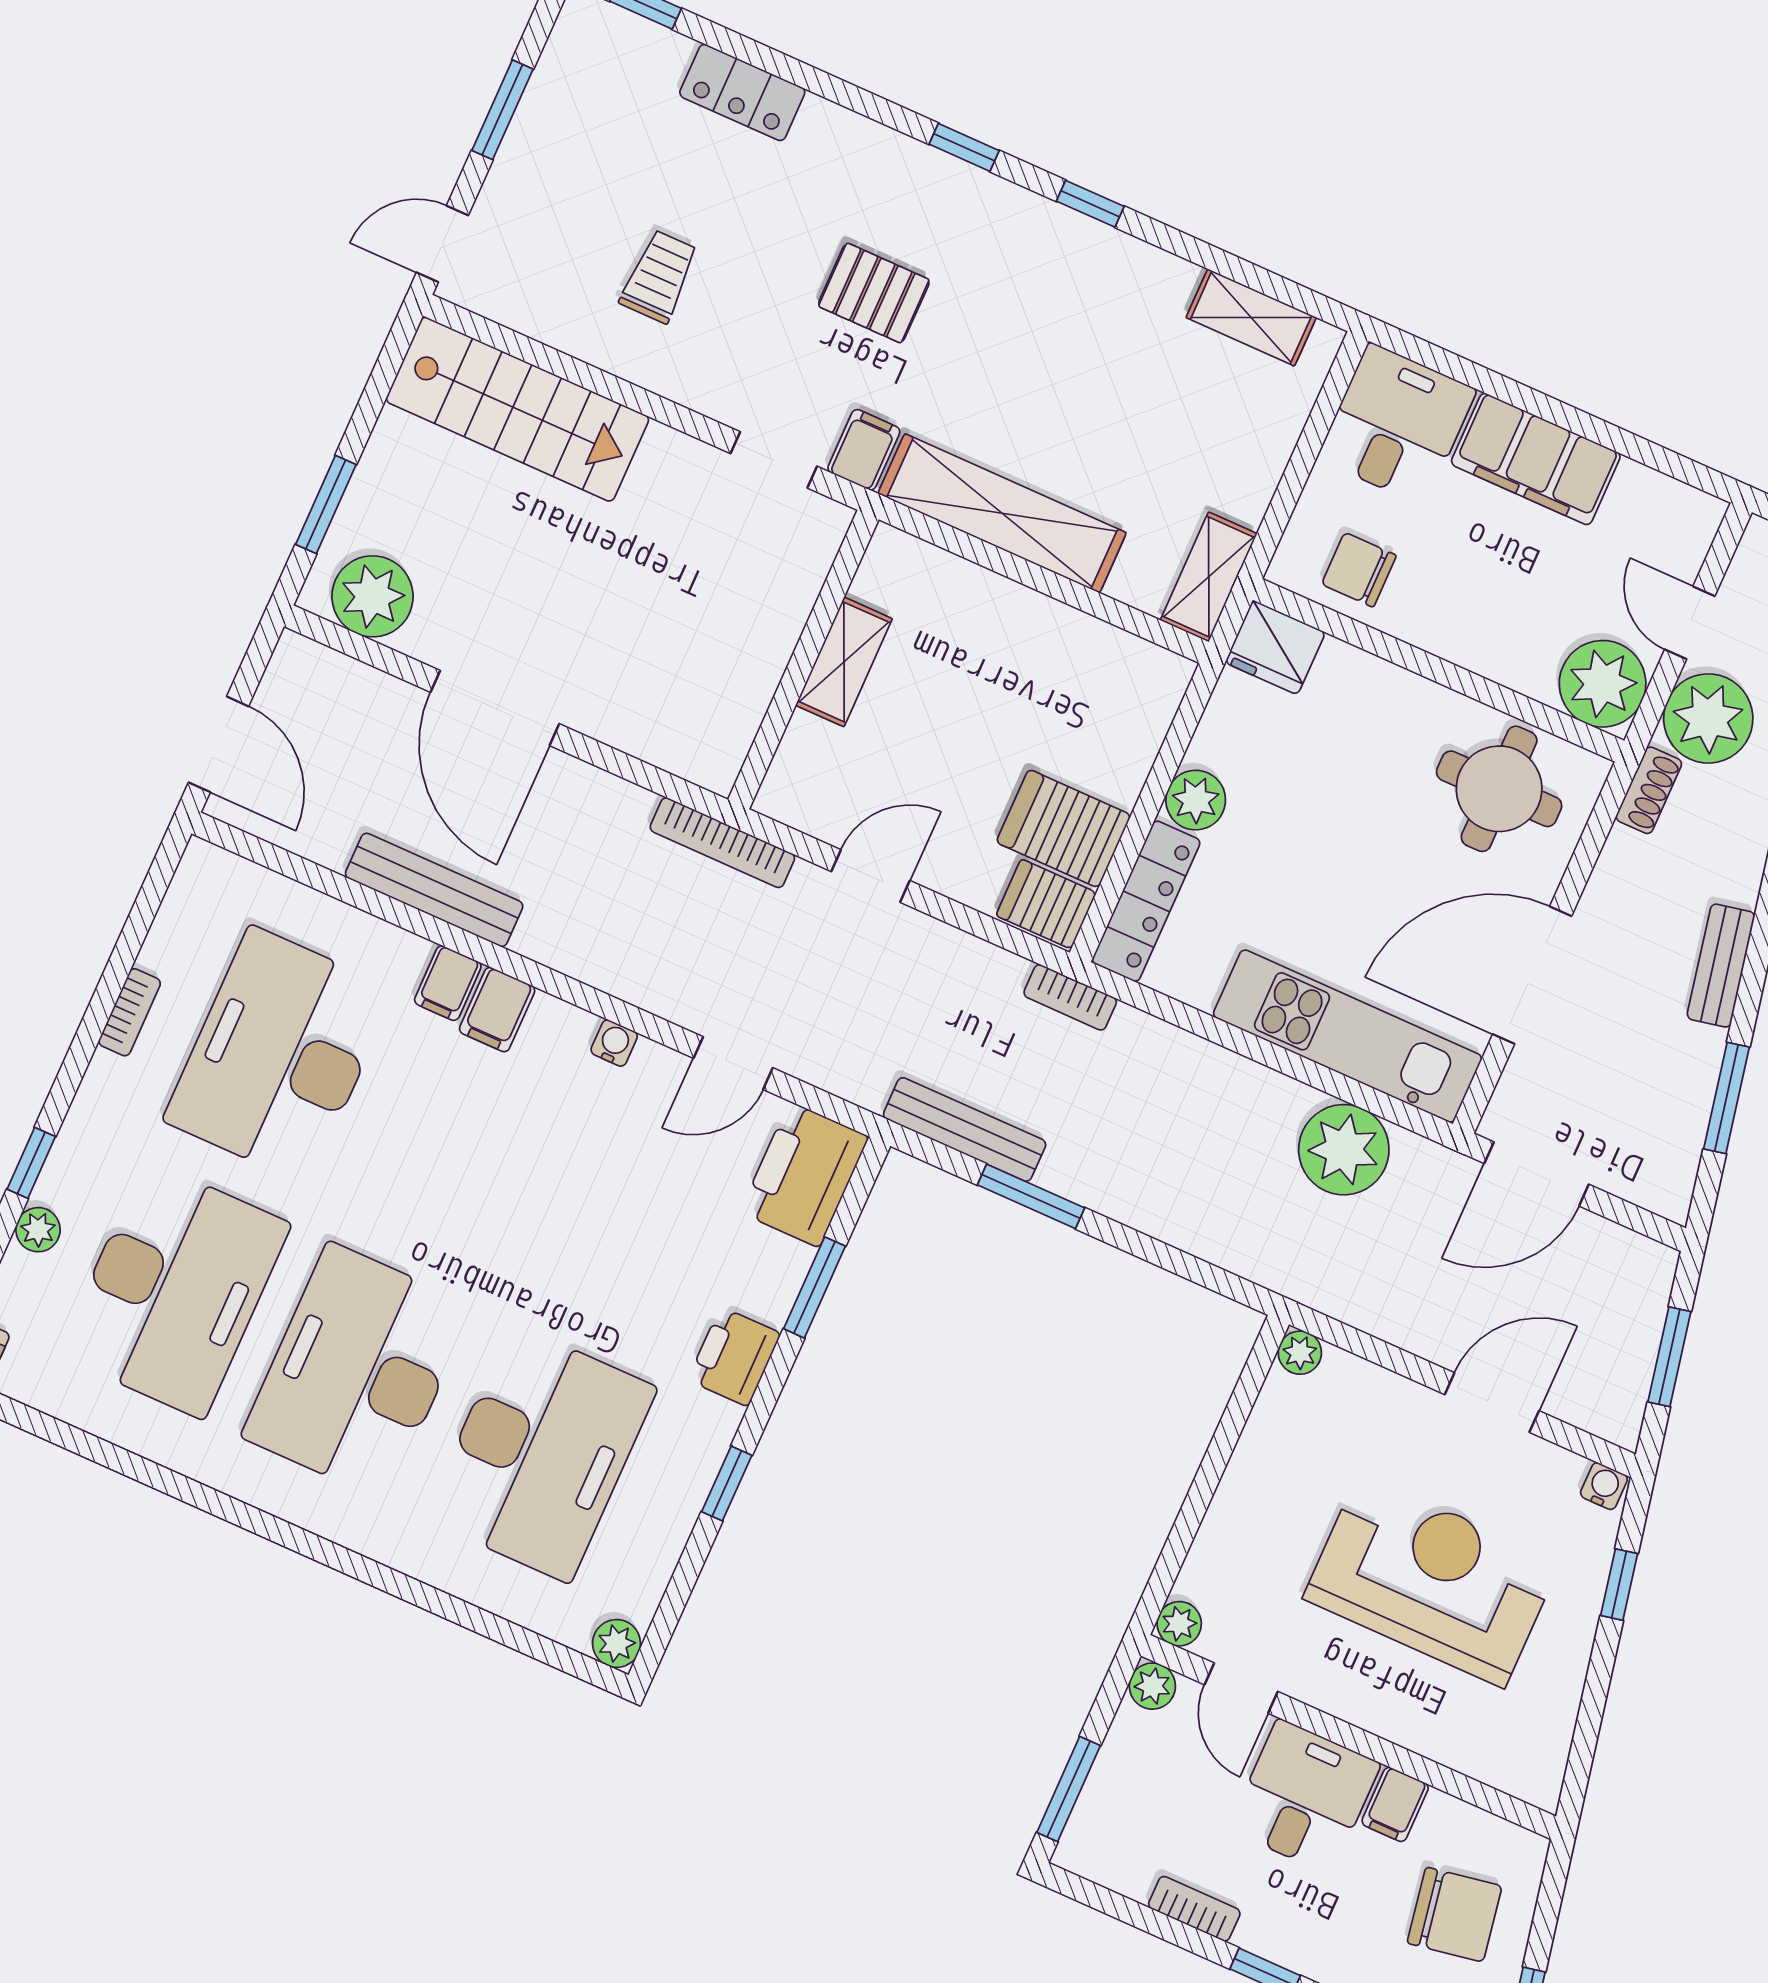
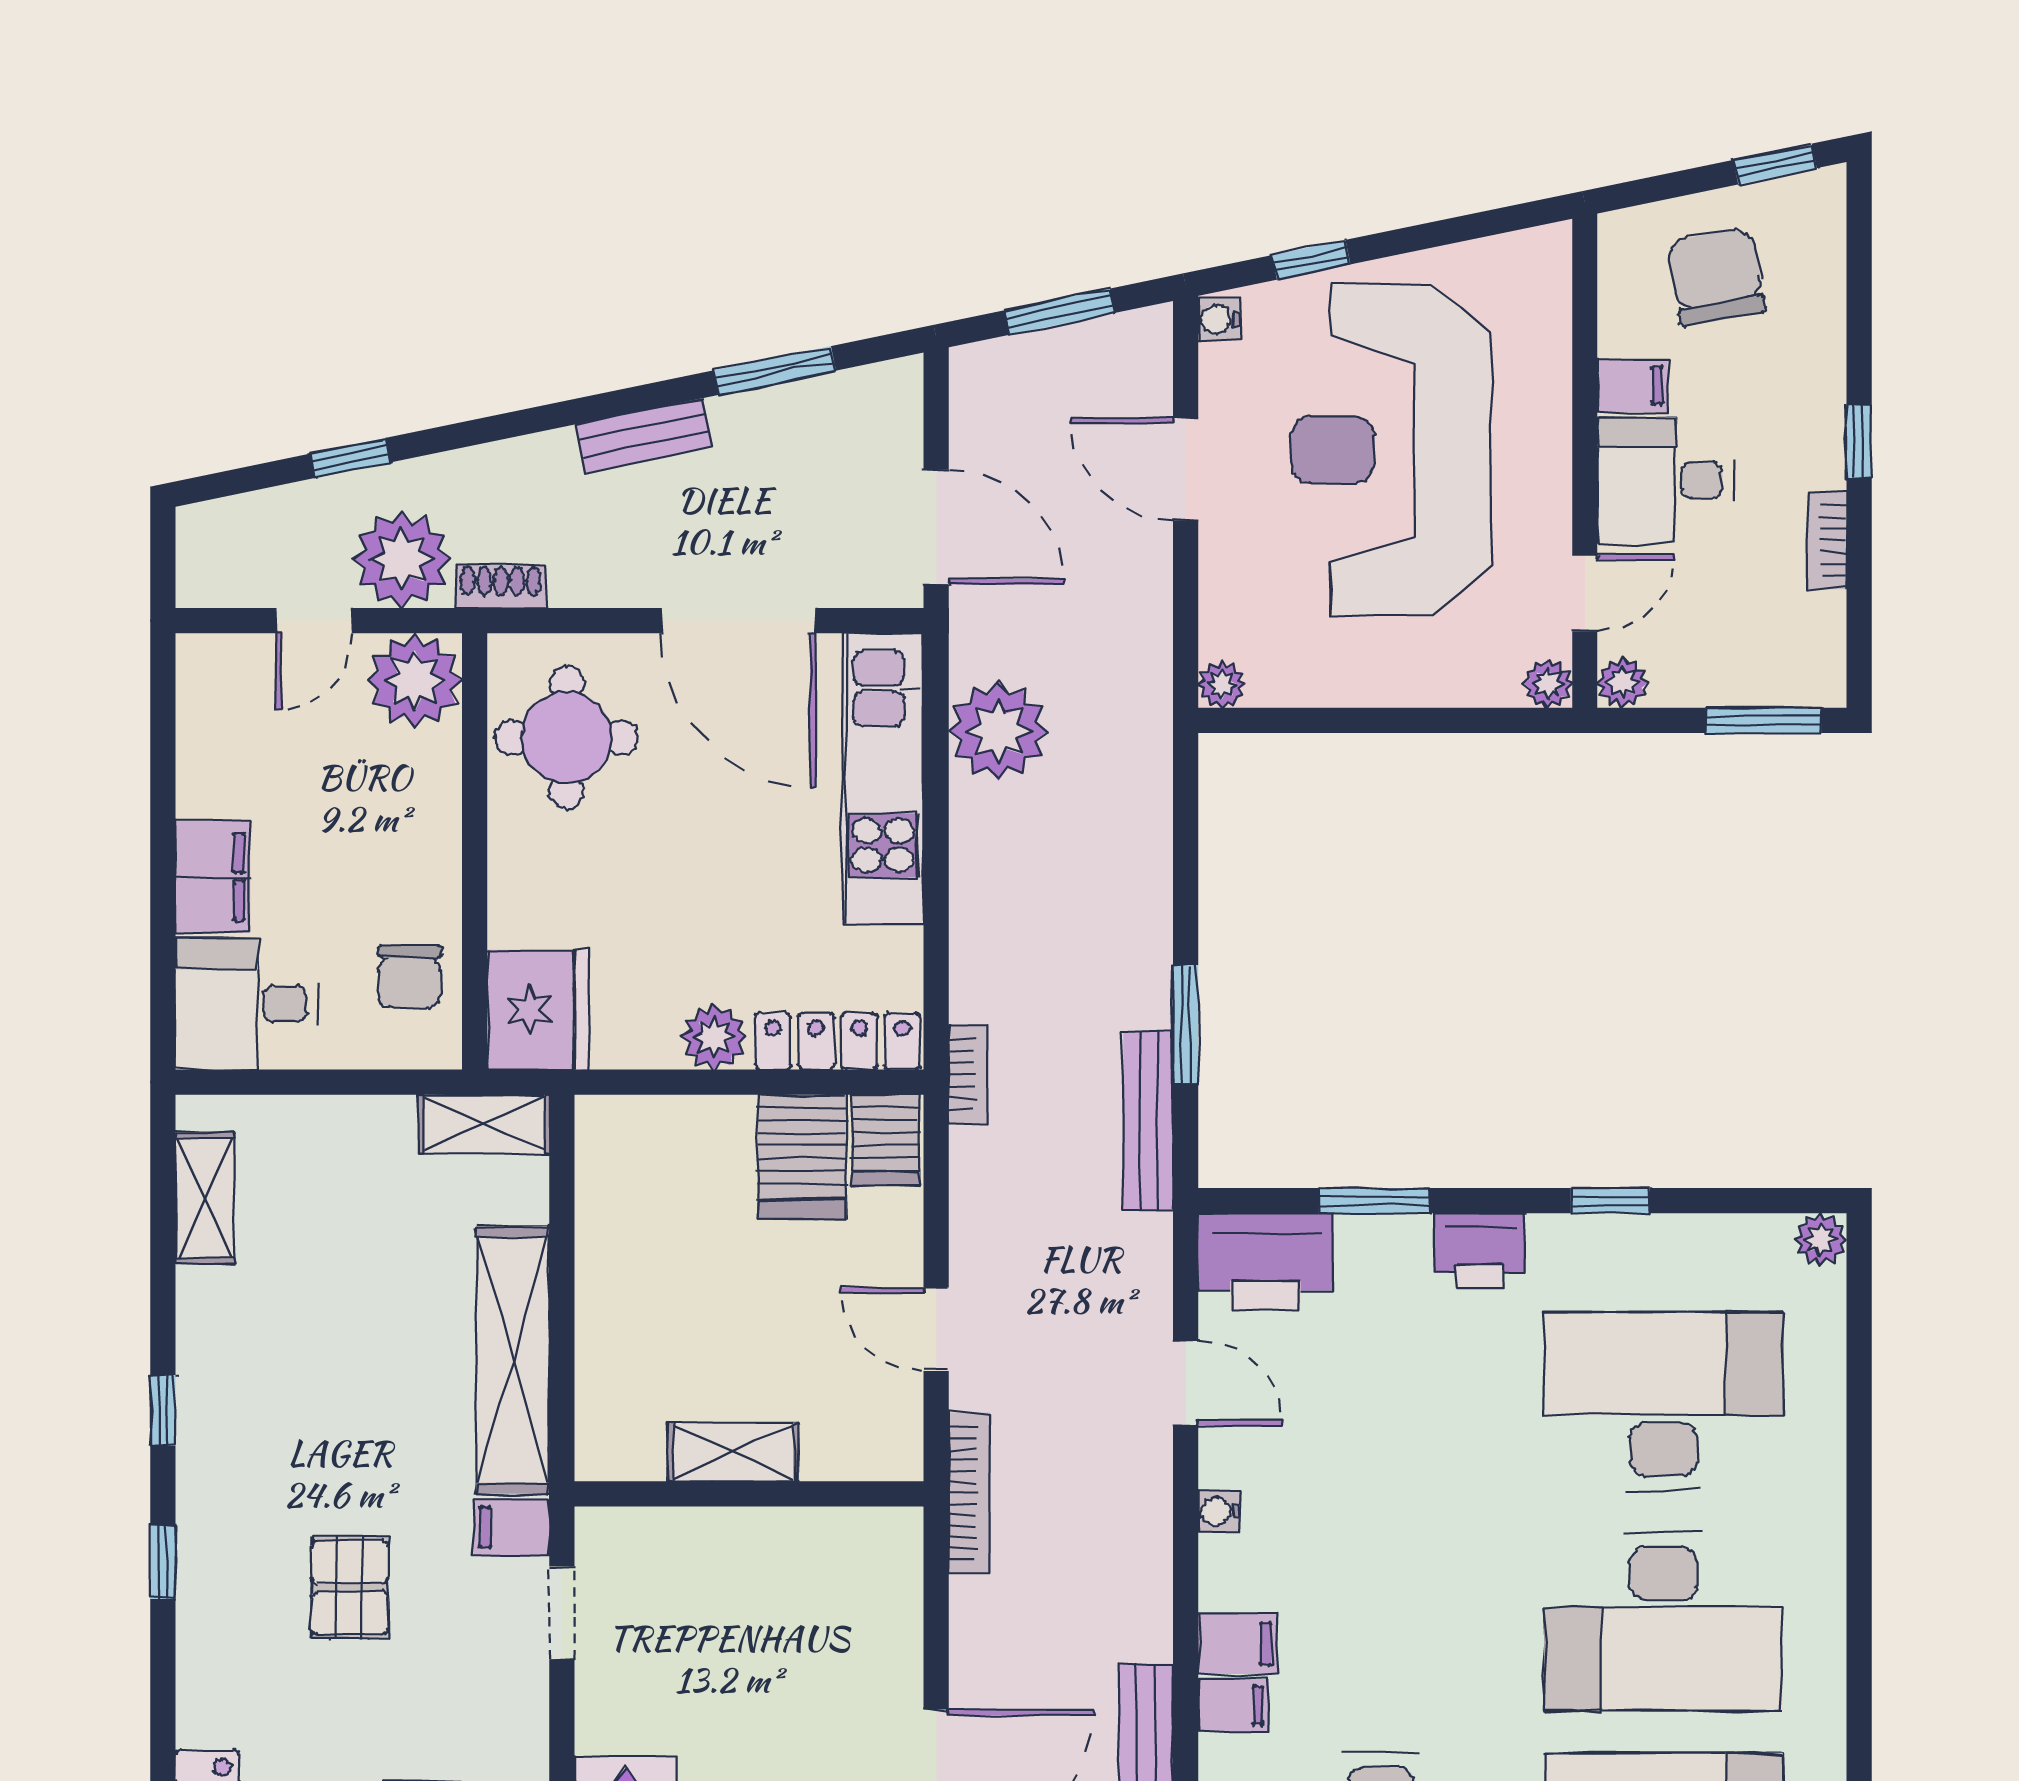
filing cabinet: (1536, 459) -> (213, 877), width x0.67, depth x0.86
fridge: (1275, 647) -> (538, 1010), width x1.36, depth x1.34
reception desk: (1432, 1580) -> (1391, 450), width x1.36, depth x1.30

